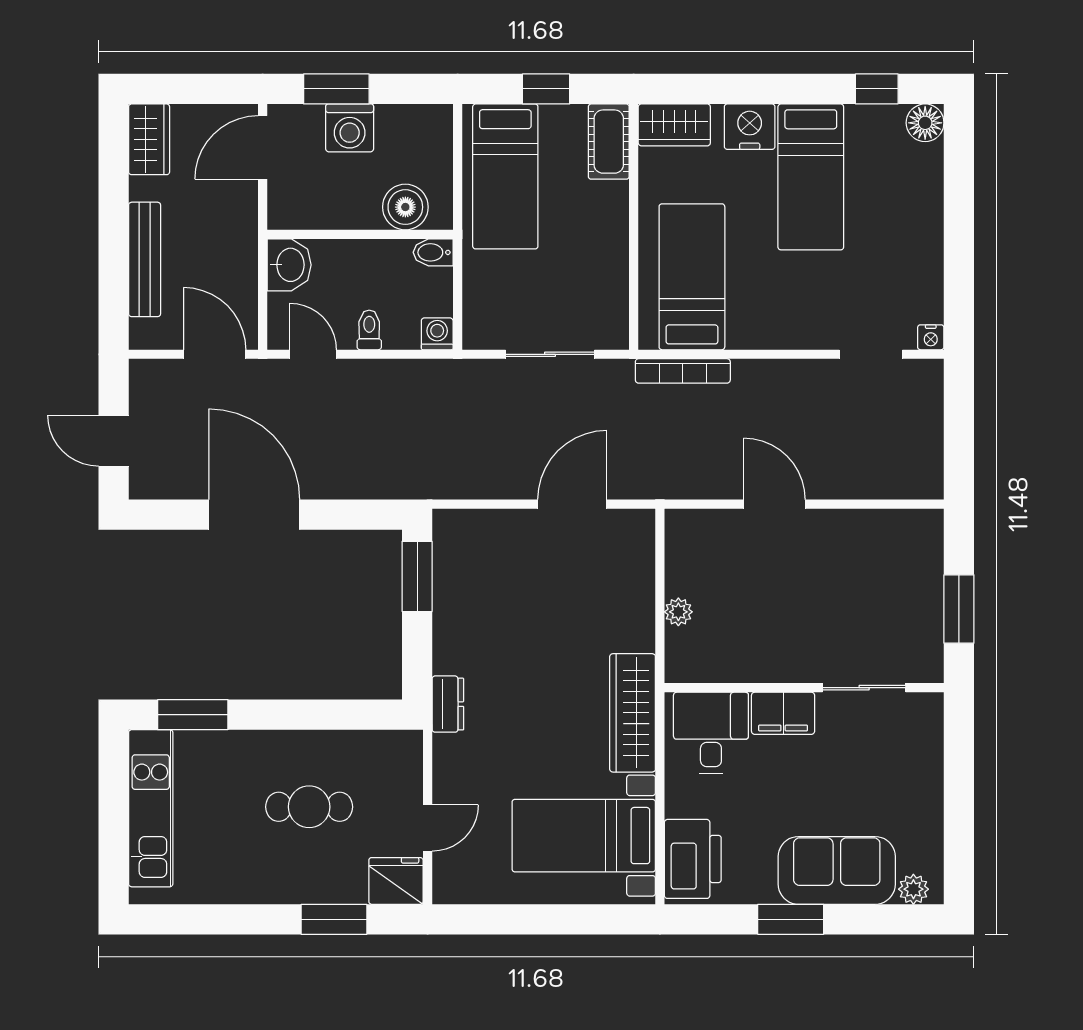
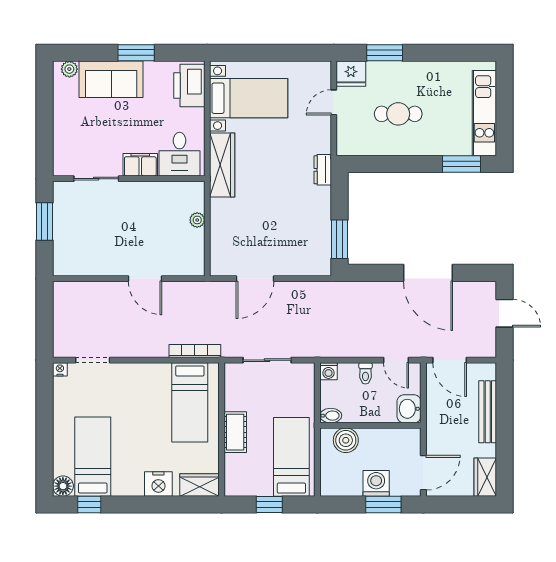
cot: (609, 142) -> (235, 432), moved
bed: (811, 177) -> (93, 457), moved

